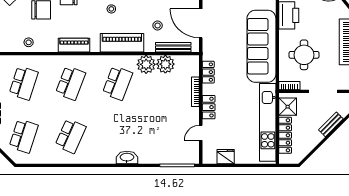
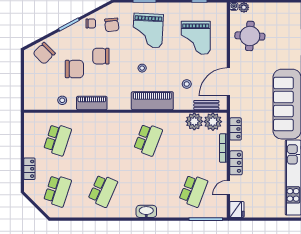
door: (201, 23) -> (228, 82), hinge flipped
piano: (74, 45) -> (92, 103), moved
bench: (173, 47) -> (206, 105), width x0.73
plant: (146, 64) -> (213, 122), moved
school desk: (71, 83) -> (193, 191), moved
washbasin: (127, 157) -> (146, 211), moved
fridge: (226, 157) -> (237, 209), moved, turned 90

